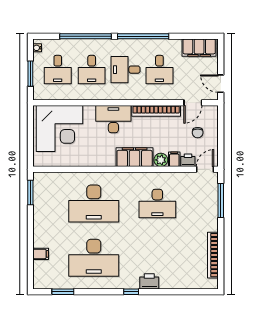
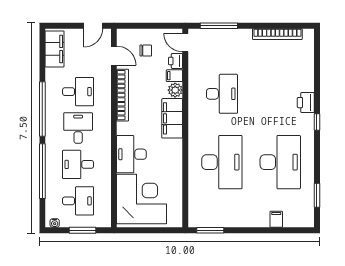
desk: (92, 70) -> (78, 164), turned 180
desk: (126, 70) -> (78, 128), turned 180
desk: (113, 119) -> (131, 154), moved

